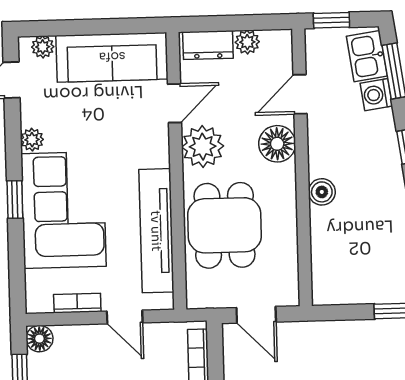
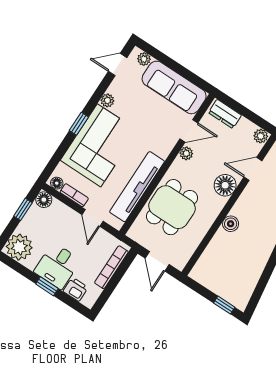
plant: (247, 42) -> (261, 136), moved
plant: (203, 147) -> (186, 153), width x0.53, depth x0.53
floor lamp: (41, 303) -> (57, 183), added

